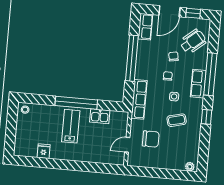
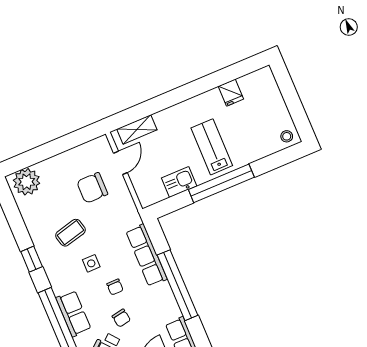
row of seats: (198, 84) -> (73, 313), moved
row of seats: (139, 99) -> (146, 255), moved
lab bench: (71, 126) -> (212, 147), turned 180
shelving: (108, 159) -> (137, 129), added
plant: (190, 167) -> (27, 182), width x1.87, depth x1.87

